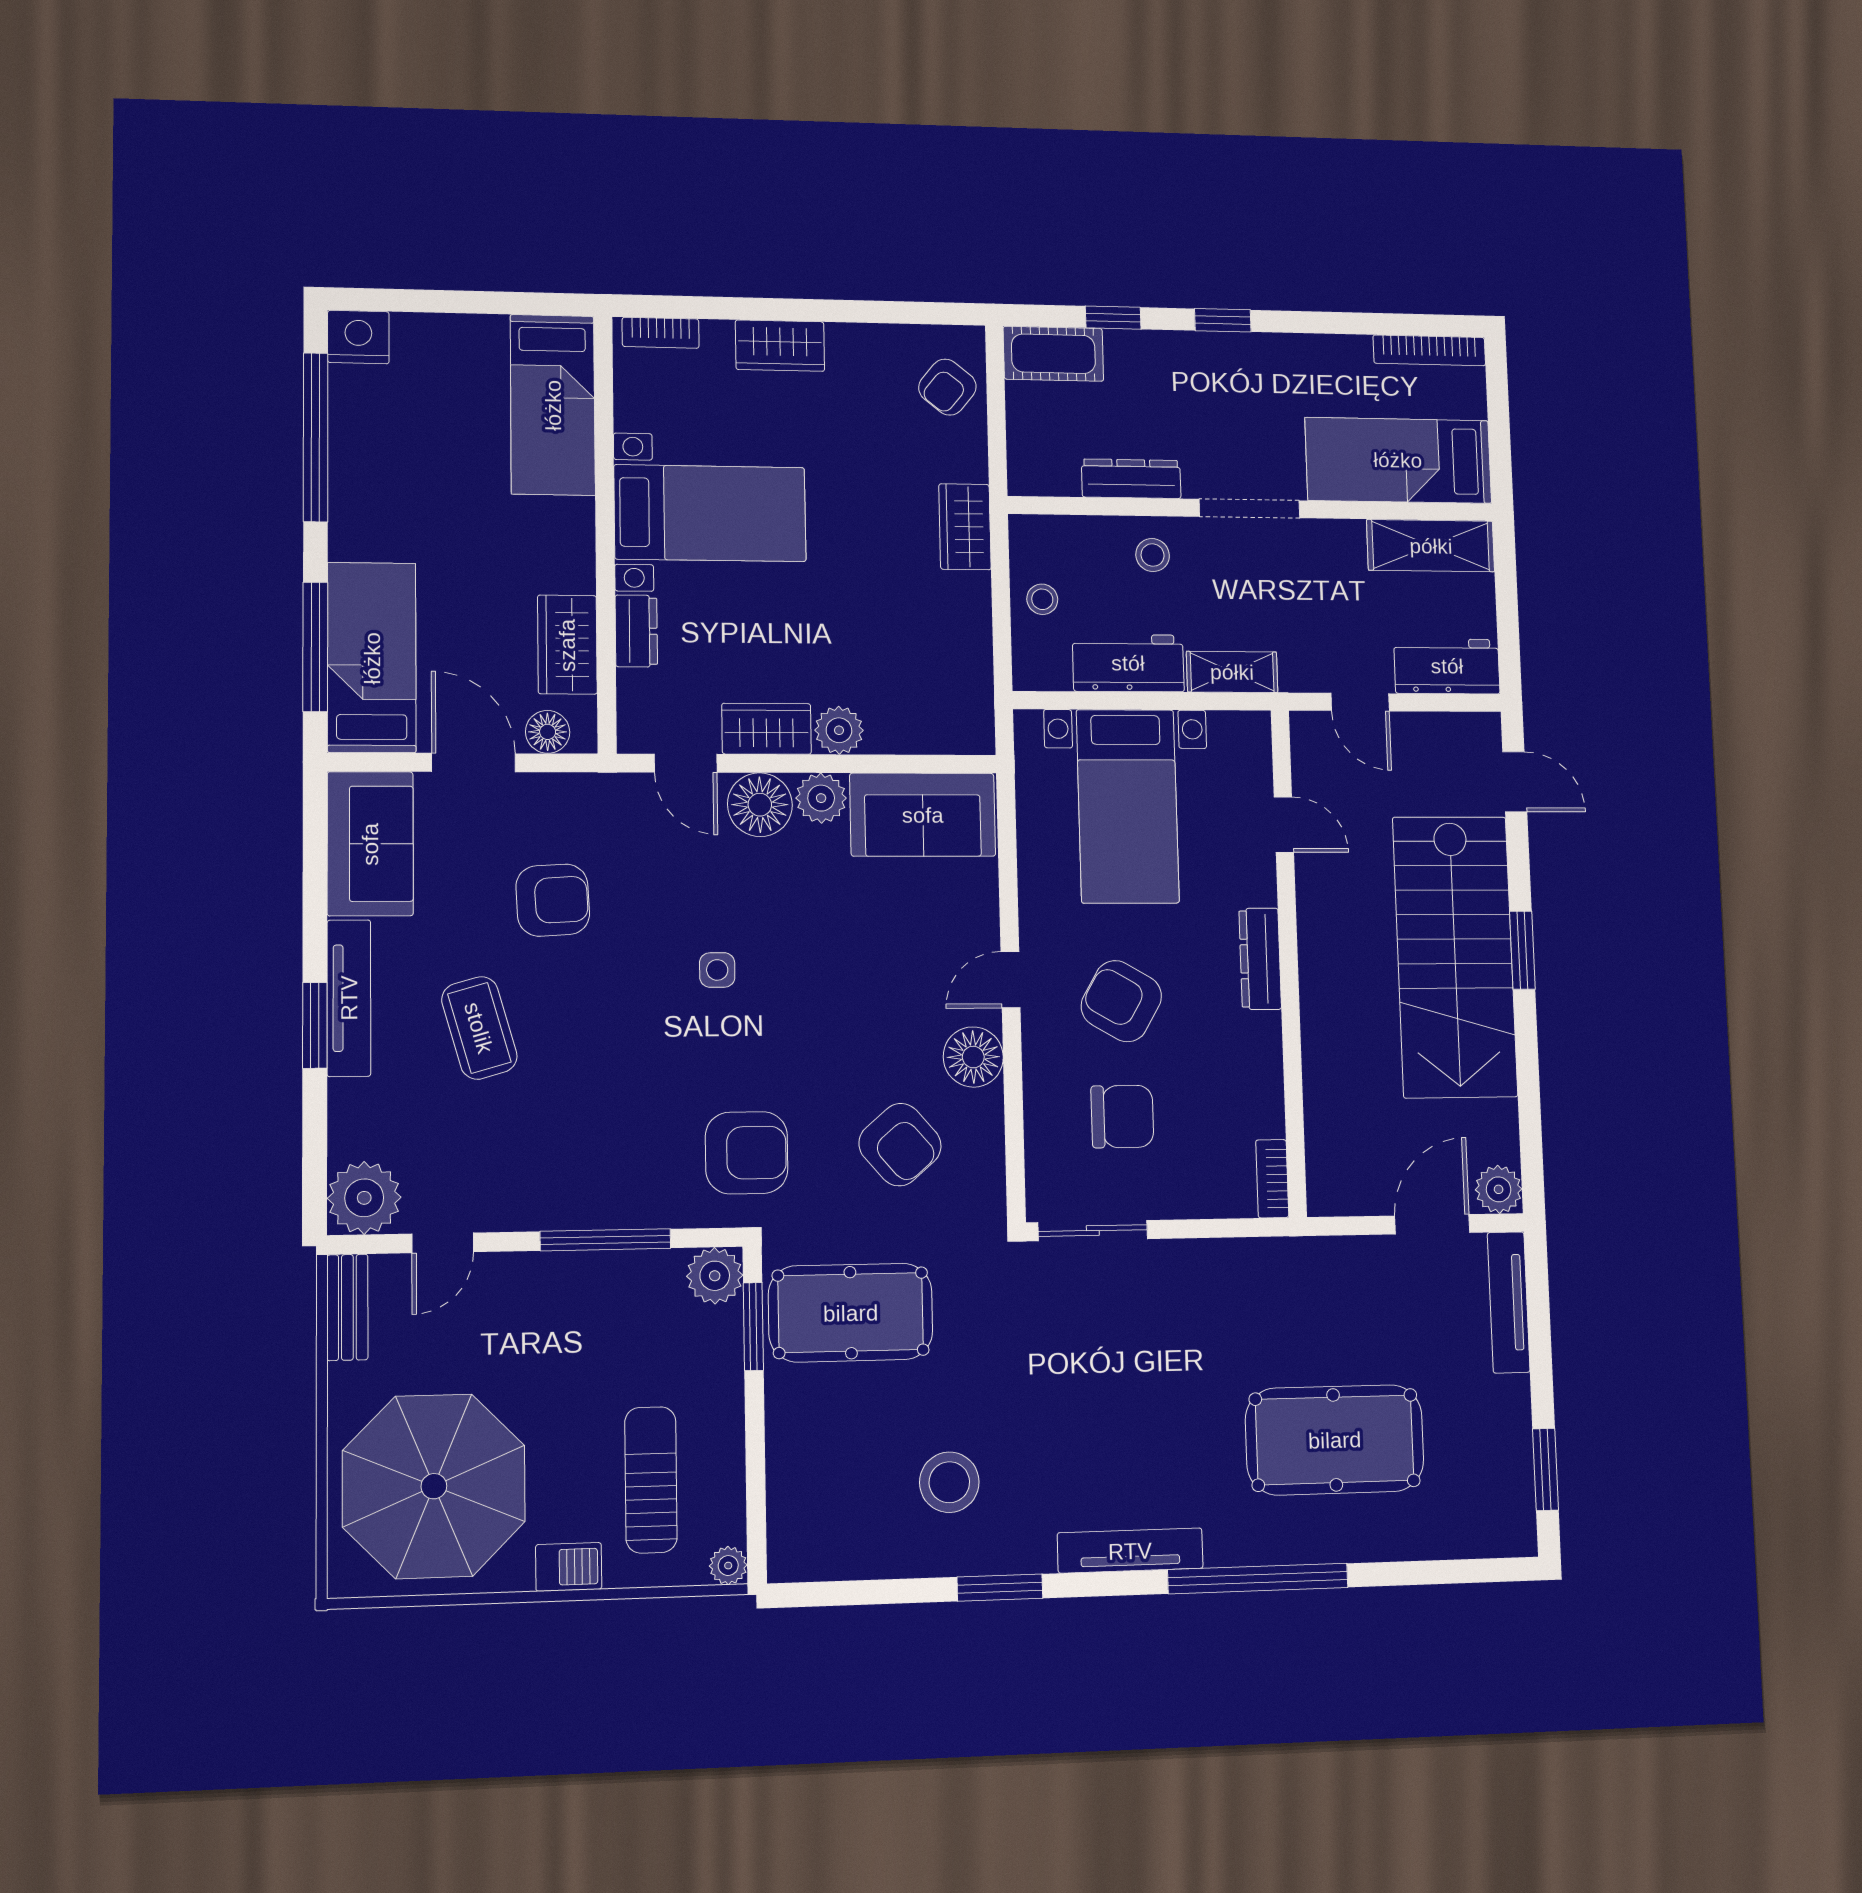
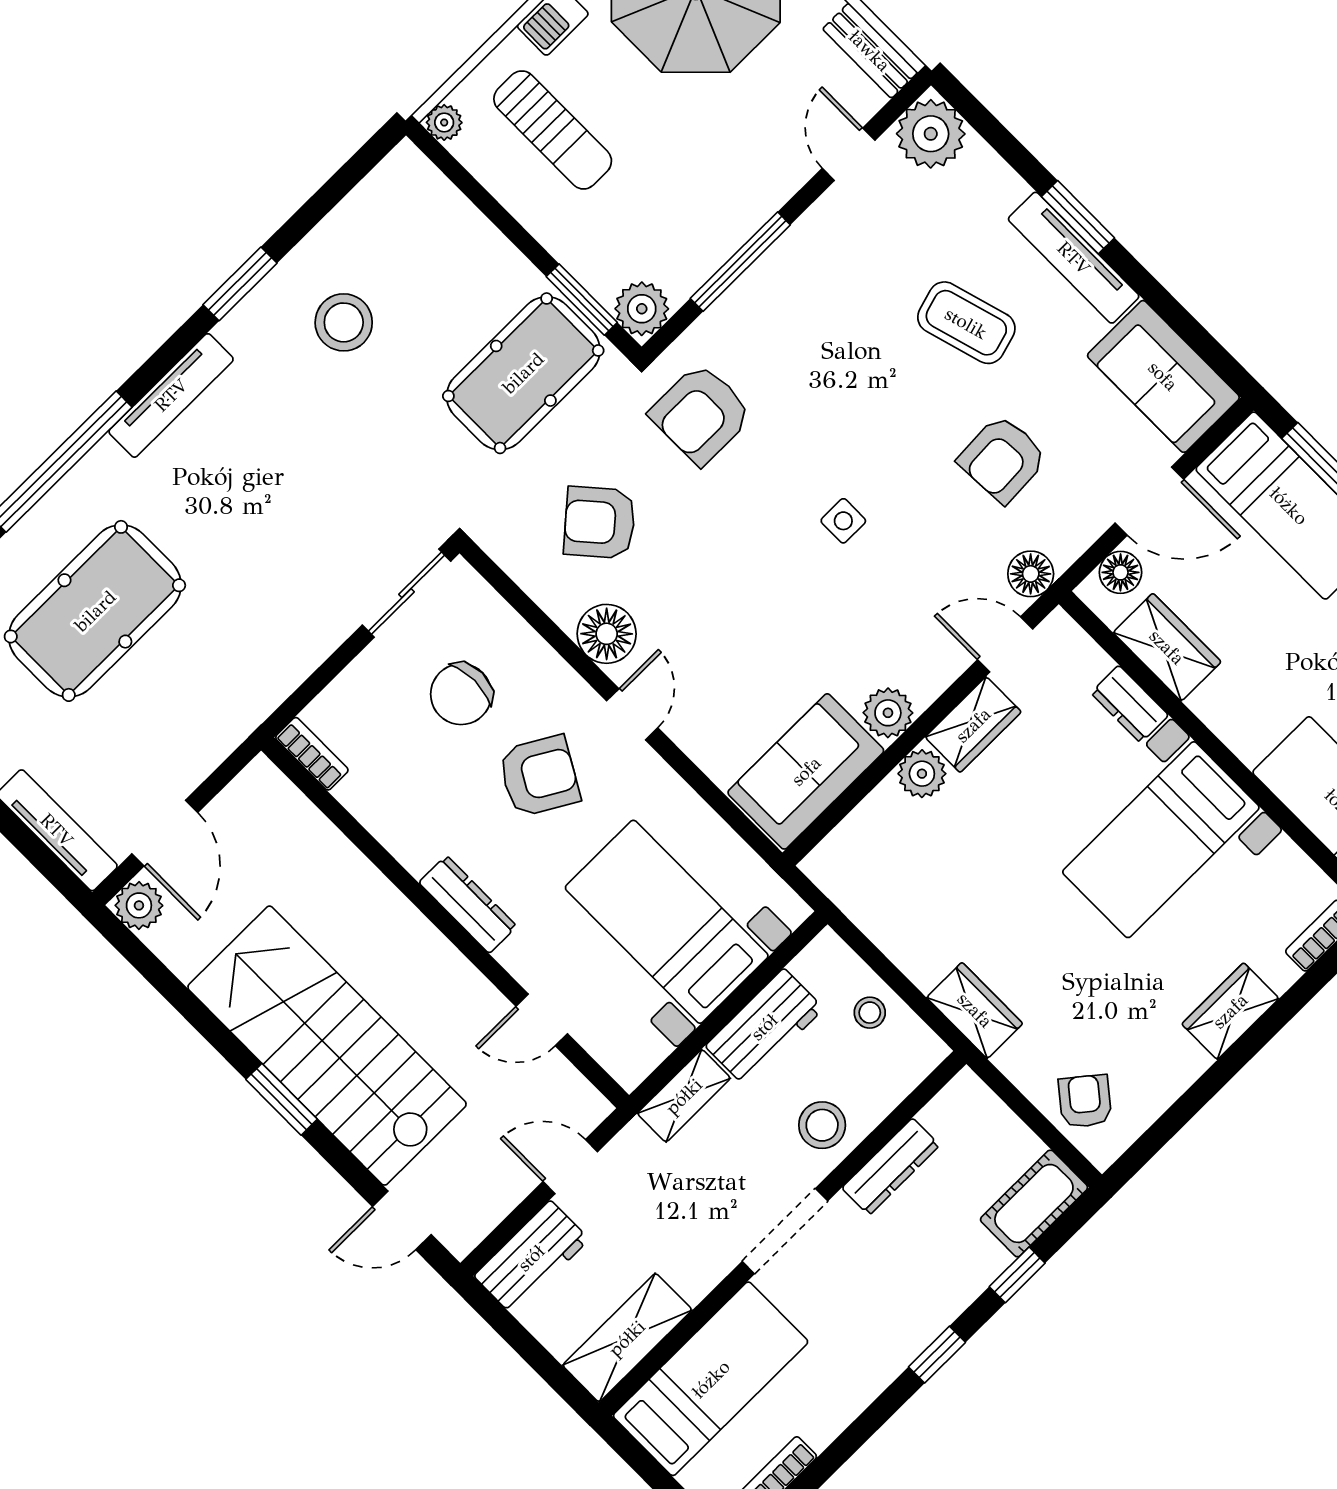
stool: (1153, 555) -> (822, 1125), width x1.37, depth x1.37
floor lamp: (760, 805) -> (1031, 574), moved, width x0.73, depth x0.73

